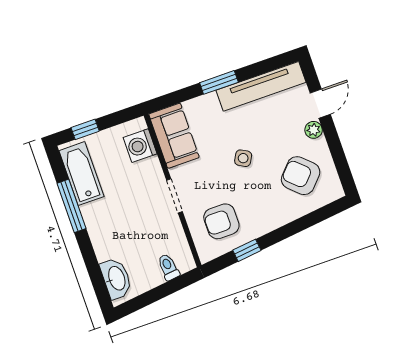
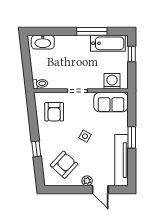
armchair: (221, 221) -> (54, 112), turned 180
window: (247, 250) -> (36, 149), moved
toilet: (168, 267) -> (40, 84), moved

